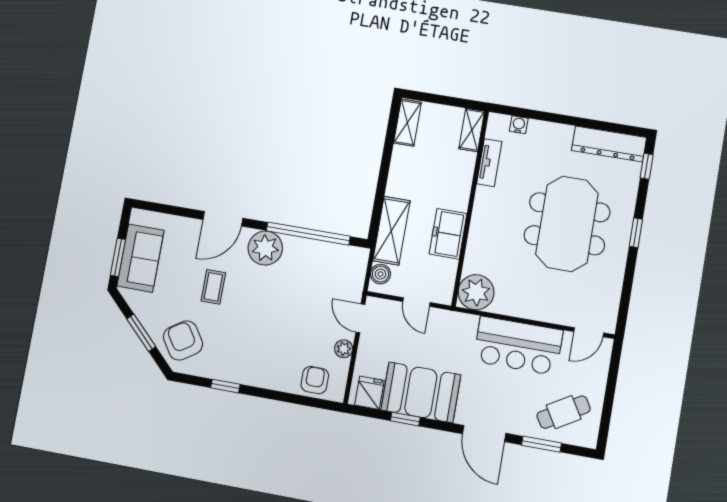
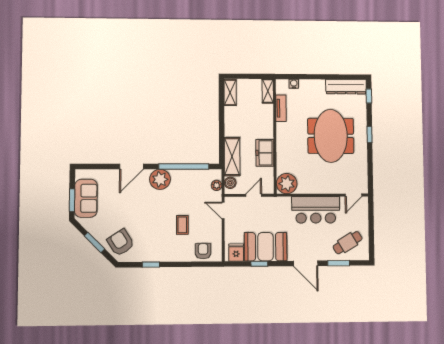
coffee table: (213, 287) -> (182, 225), moved
door: (416, 302) -> (254, 195), swing flipped
plant: (344, 349) -> (217, 185), moved

